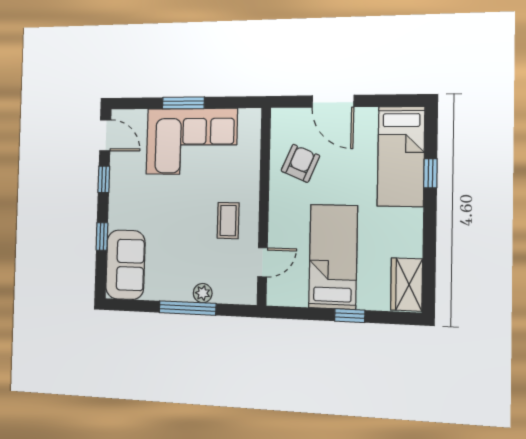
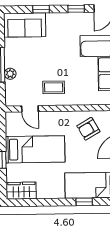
armchair: (300, 163) -> (88, 129), turned 127

